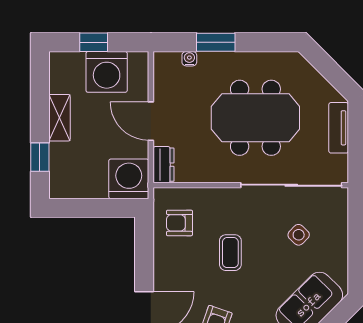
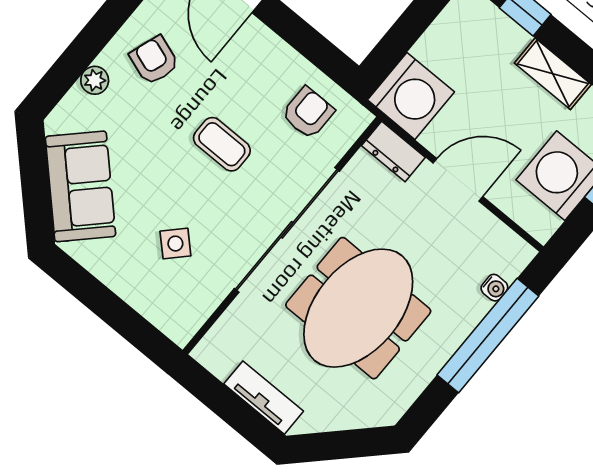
window: (216, 42) -> (488, 335), width x2.11
sliding door: (291, 185) -> (287, 230), moved

